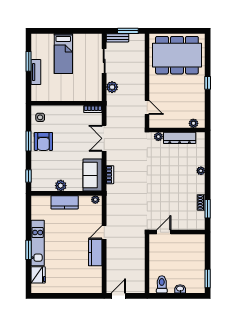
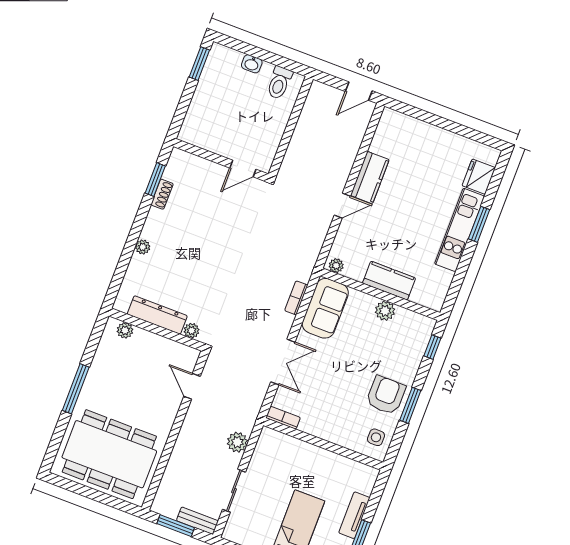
window: (208, 83) -> (76, 389), width x2.17

